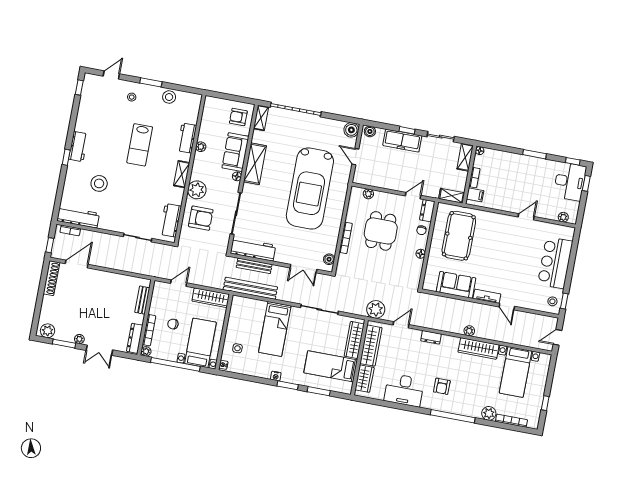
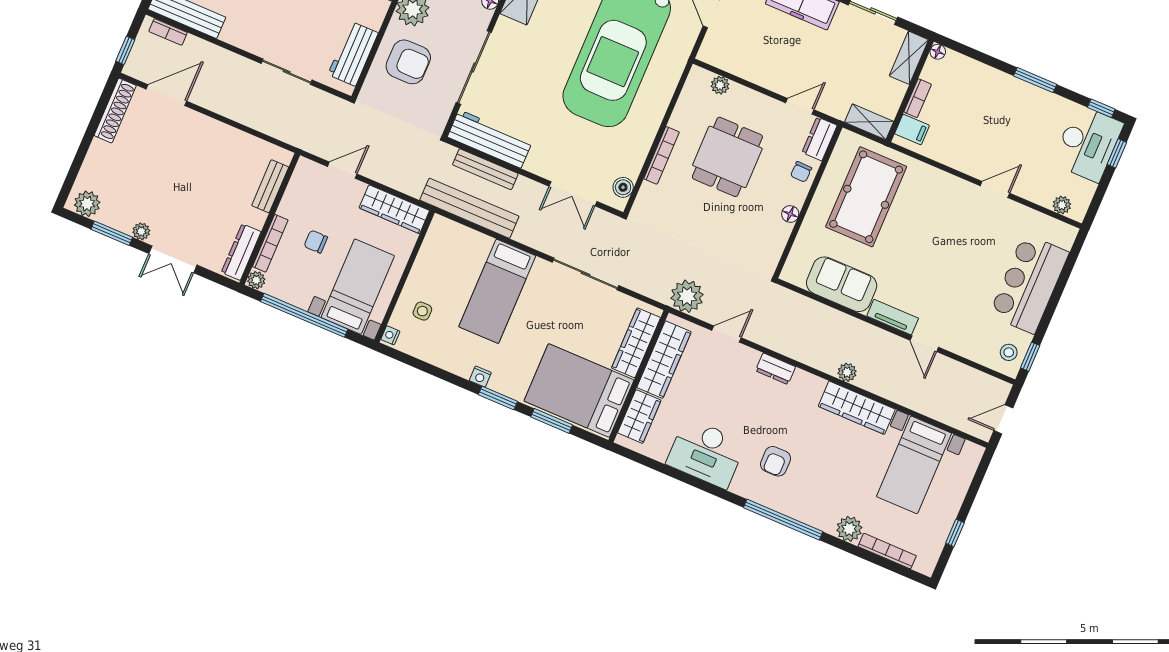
bed: (331, 366) -> (579, 390), width x1.50

